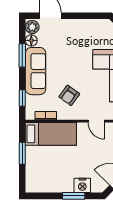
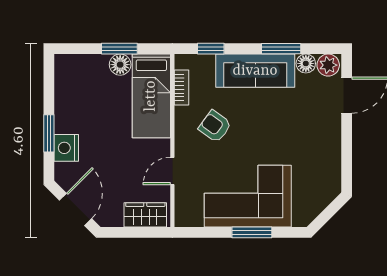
floor lamp: (32, 153) -> (120, 65), added

